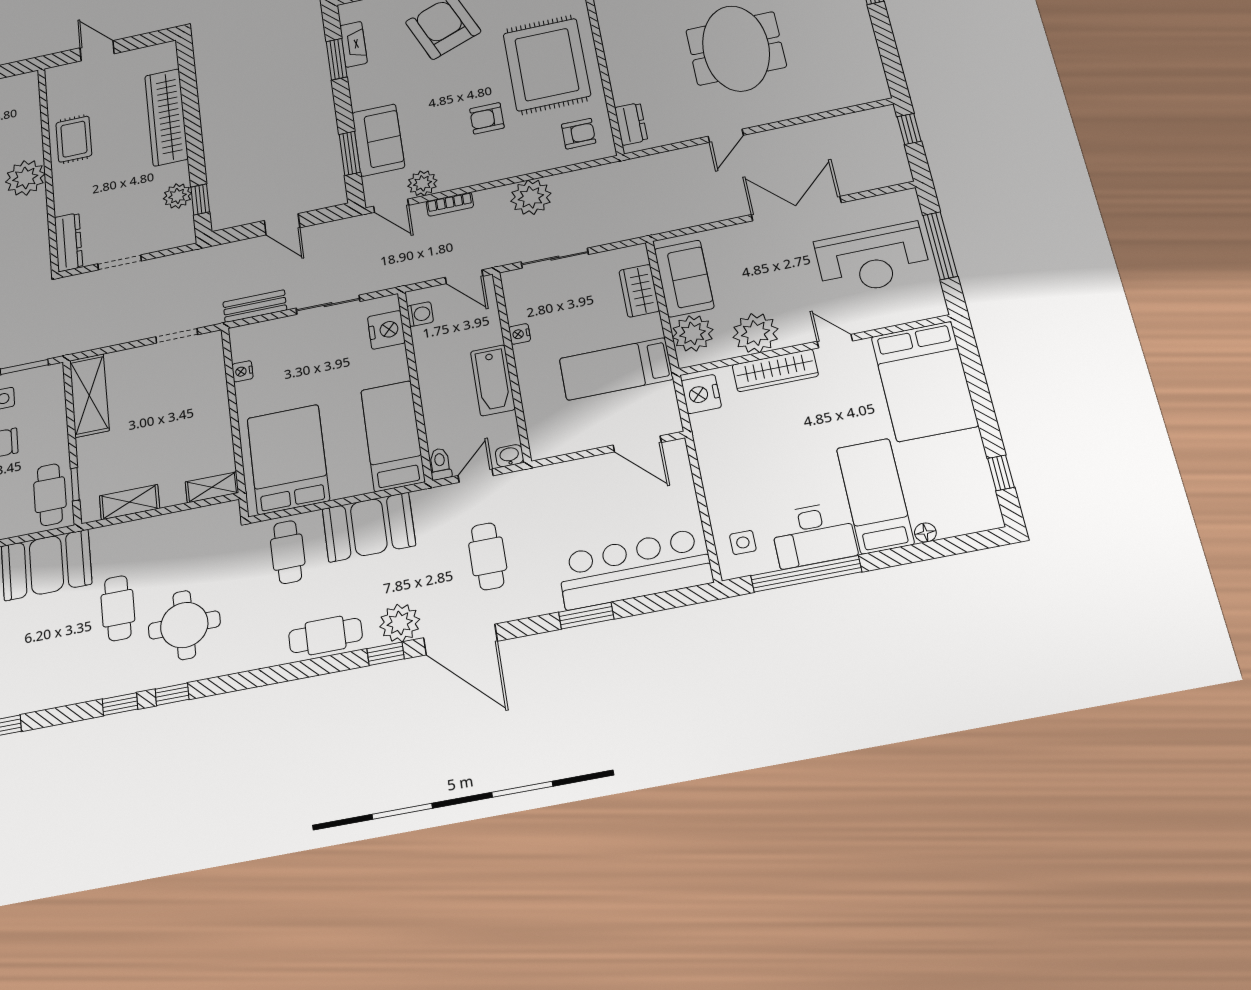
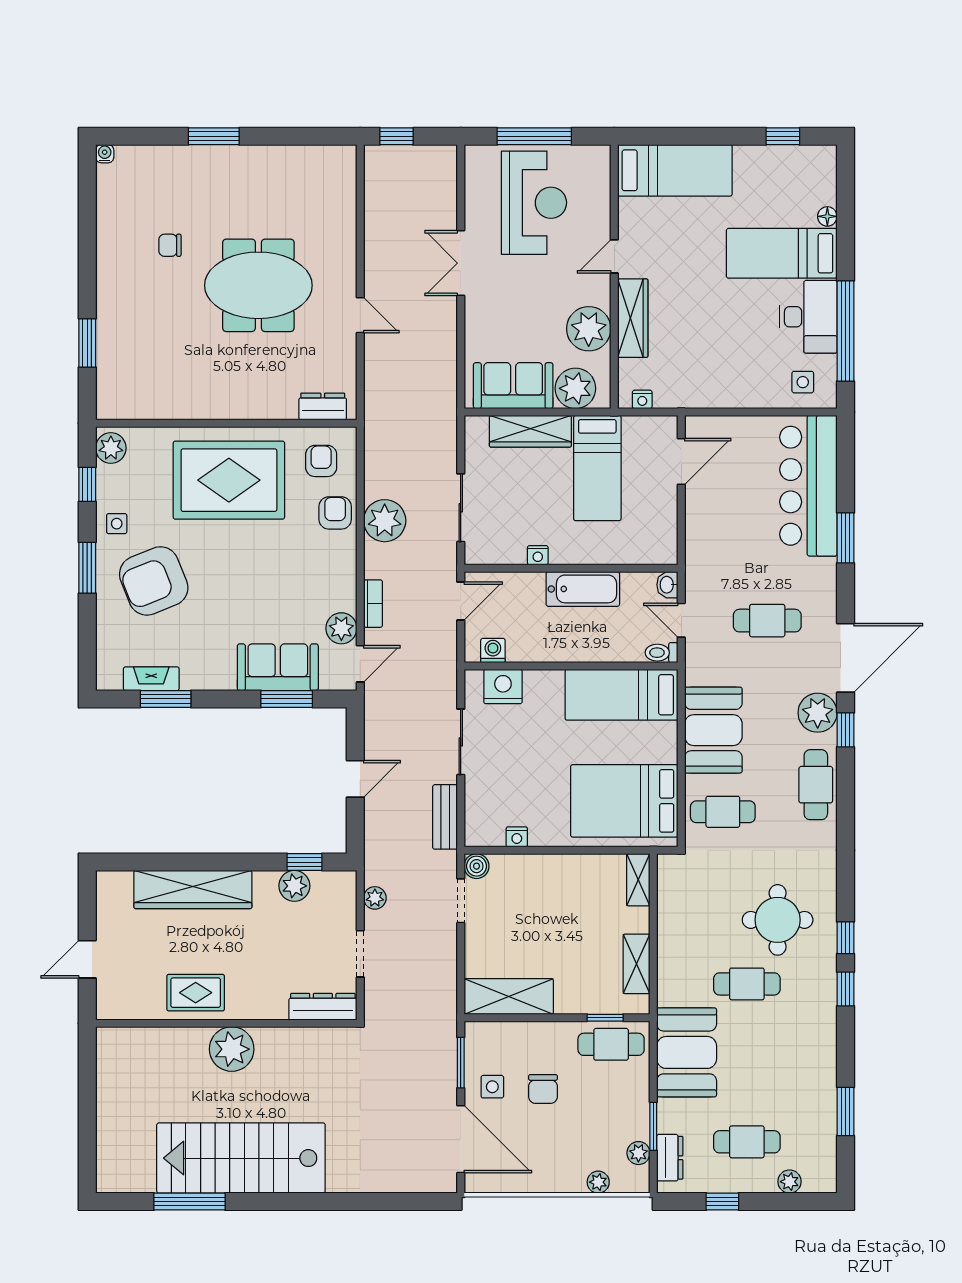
armchair: (487, 118) -> (335, 513), moved, turned 180
double door: (796, 209) -> (461, 263), width x0.73
plant: (173, 263) -> (375, 898), added
wardrobe: (639, 291) -> (530, 431), width x1.50
boiler: (211, 342) -> (477, 866), added
bed: (924, 381) -> (675, 170), width x0.67
nightstand: (701, 394) -> (642, 399), width x0.53, depth x0.56

